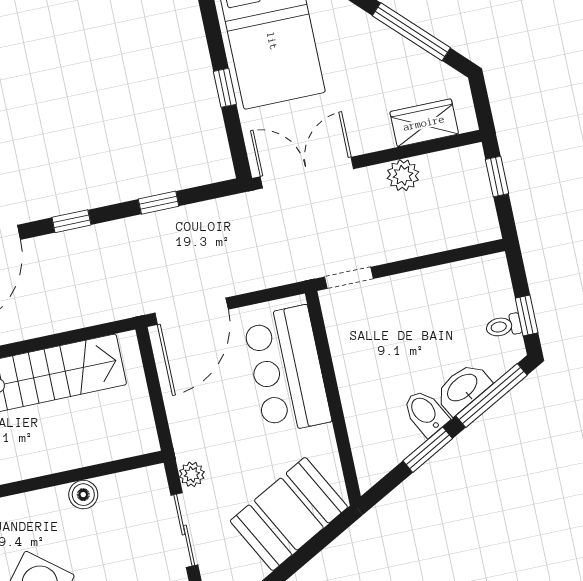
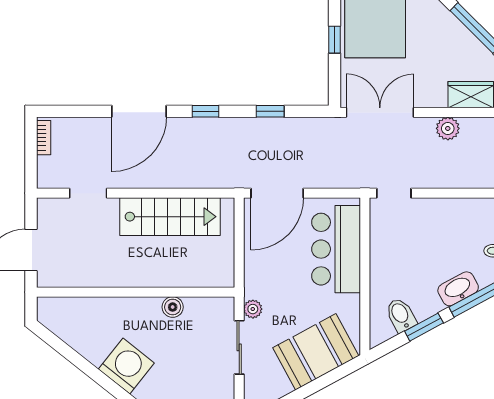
bidet: (425, 413) -> (401, 315), moved

